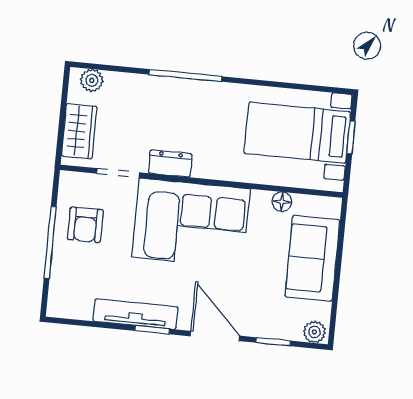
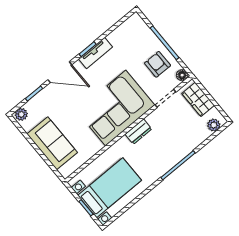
dresser: (170, 164) -> (138, 132), moved
floor lamp: (282, 202) -> (182, 75), moved
tv unit: (136, 314) -> (95, 53), width x0.71

